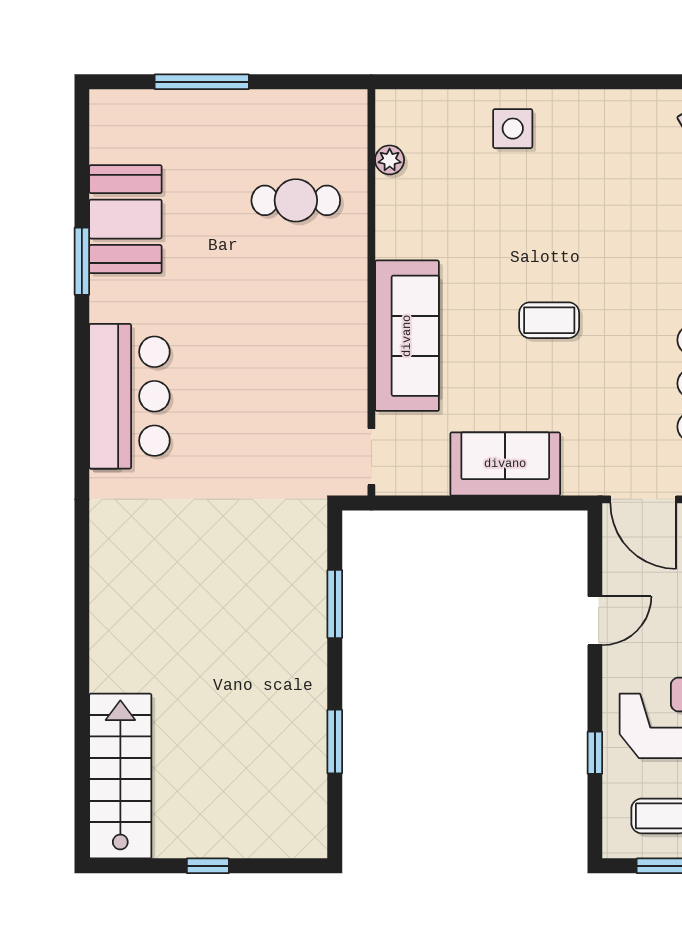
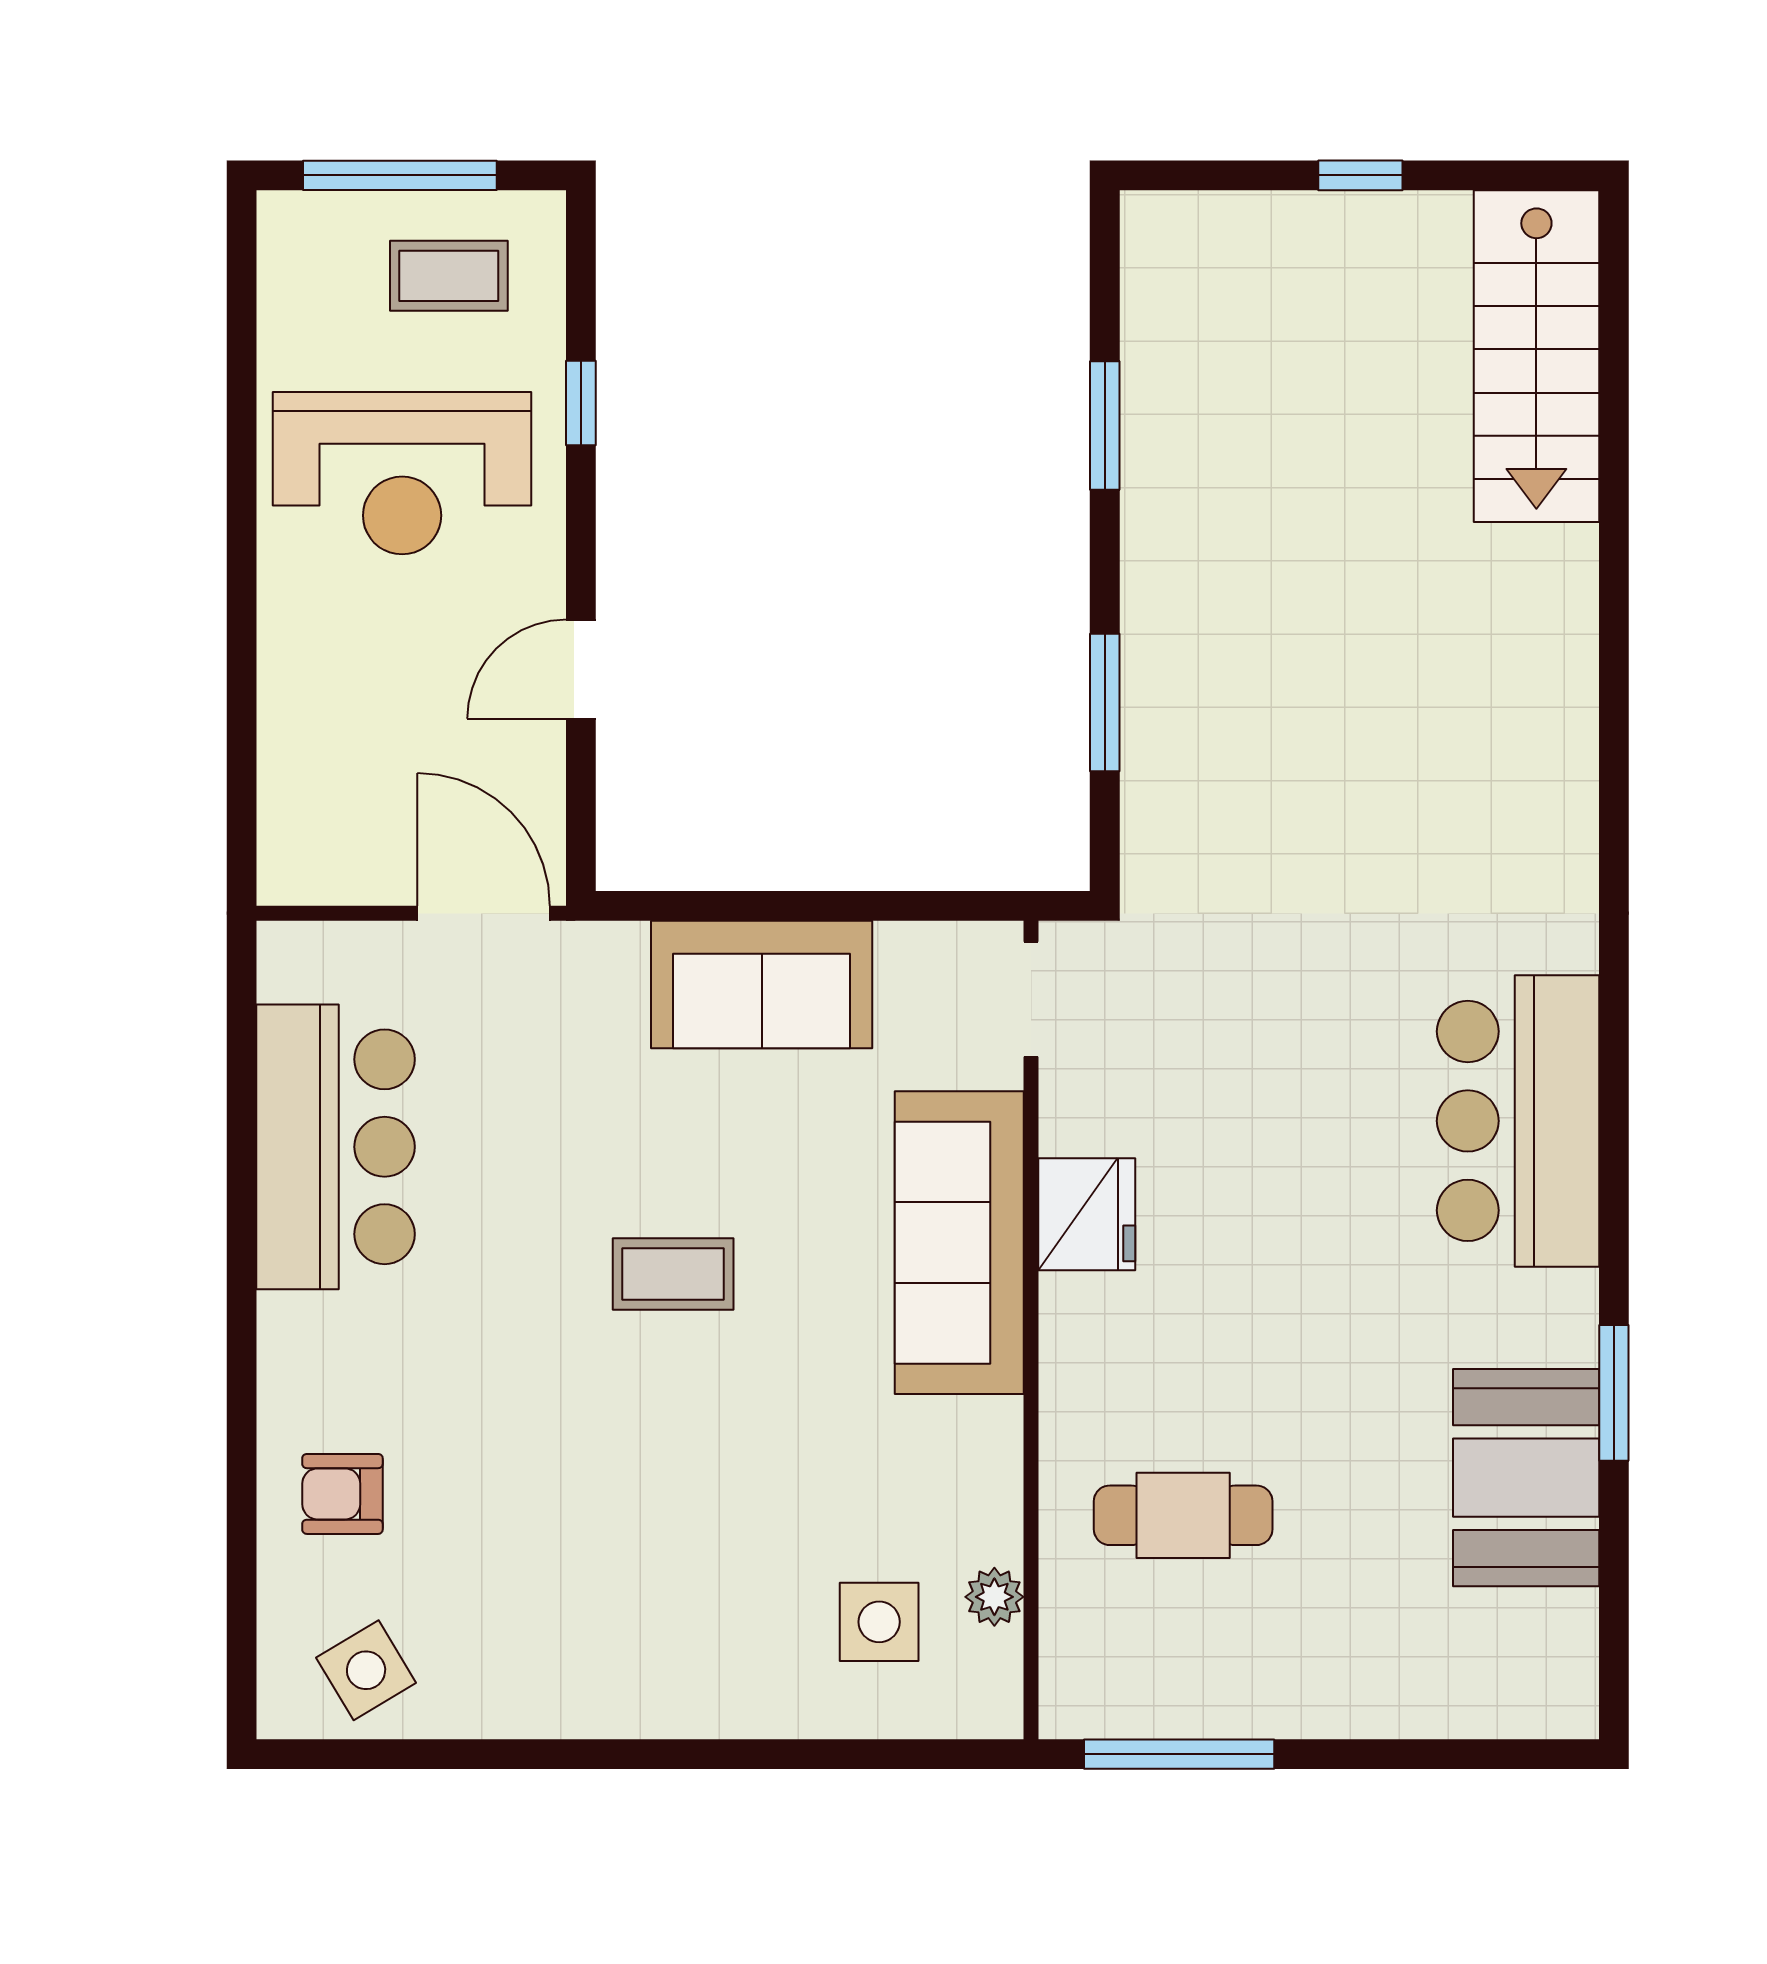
window: (202, 82) -> (1179, 1754), moved
side table: (513, 129) -> (879, 1622), moved
fridge: (344, 350) -> (1087, 1214), added

